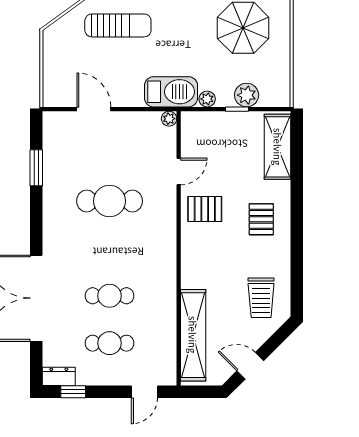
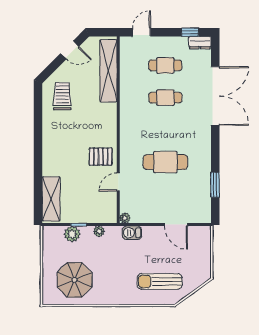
barbecue: (171, 92) -> (132, 233), width x0.53, depth x0.65
pallet: (261, 219) -> (62, 150), removed

